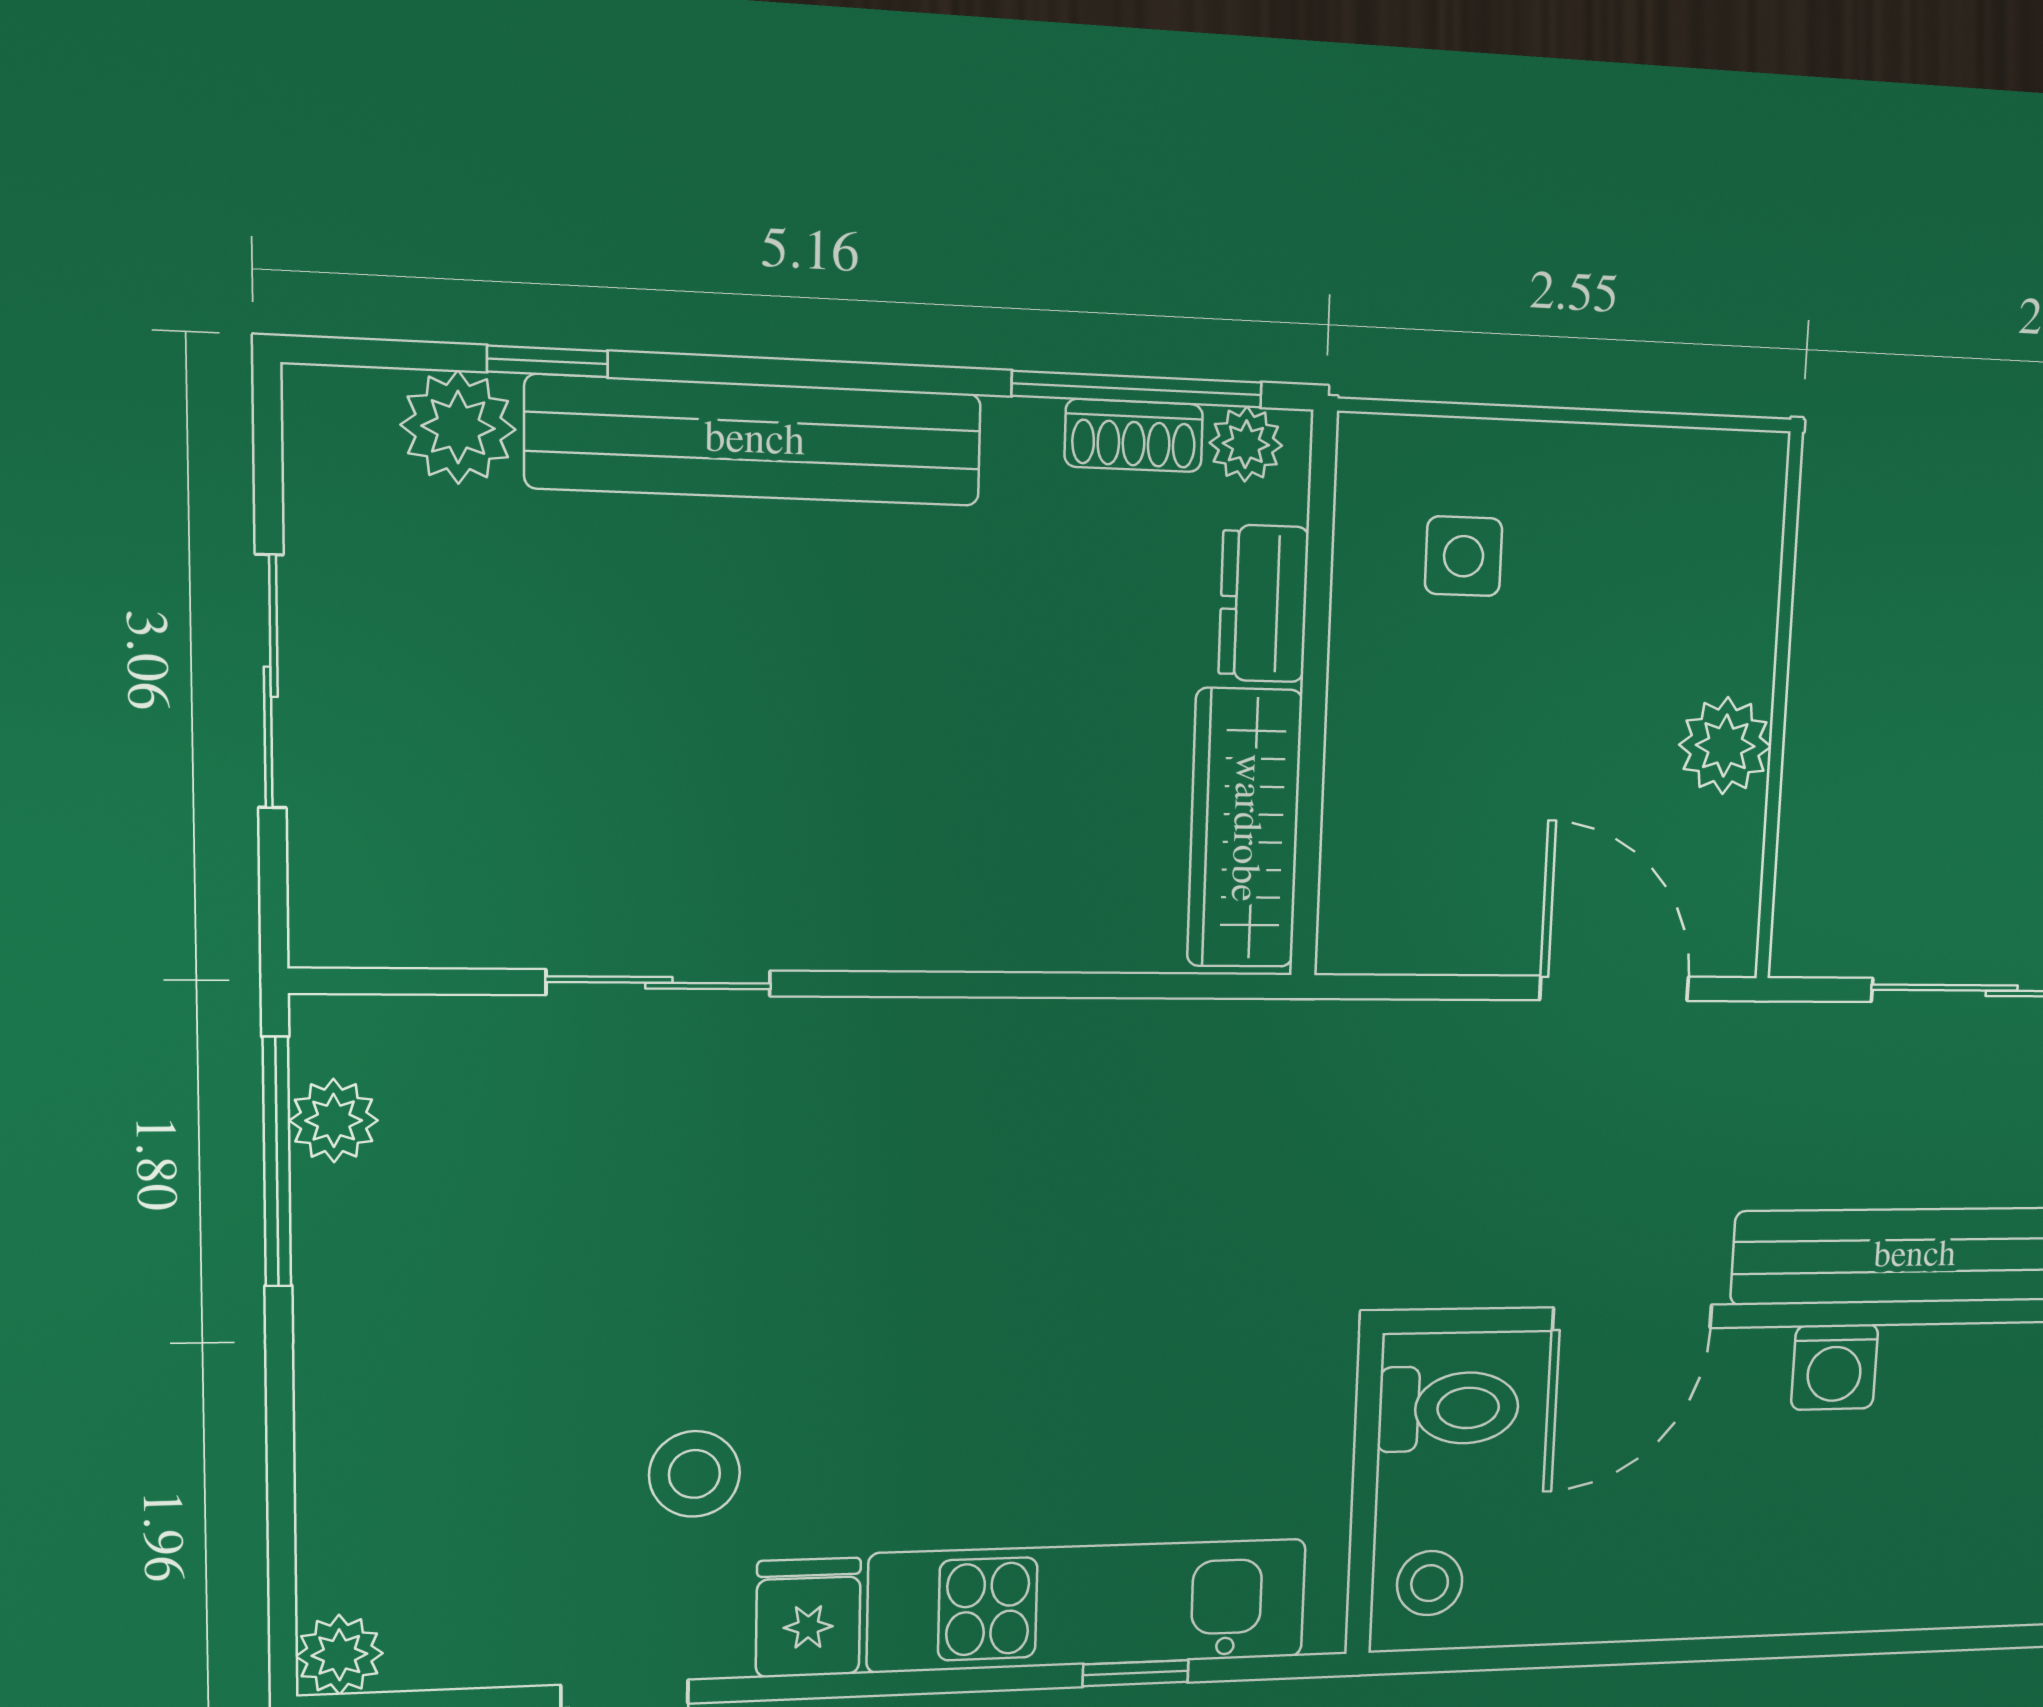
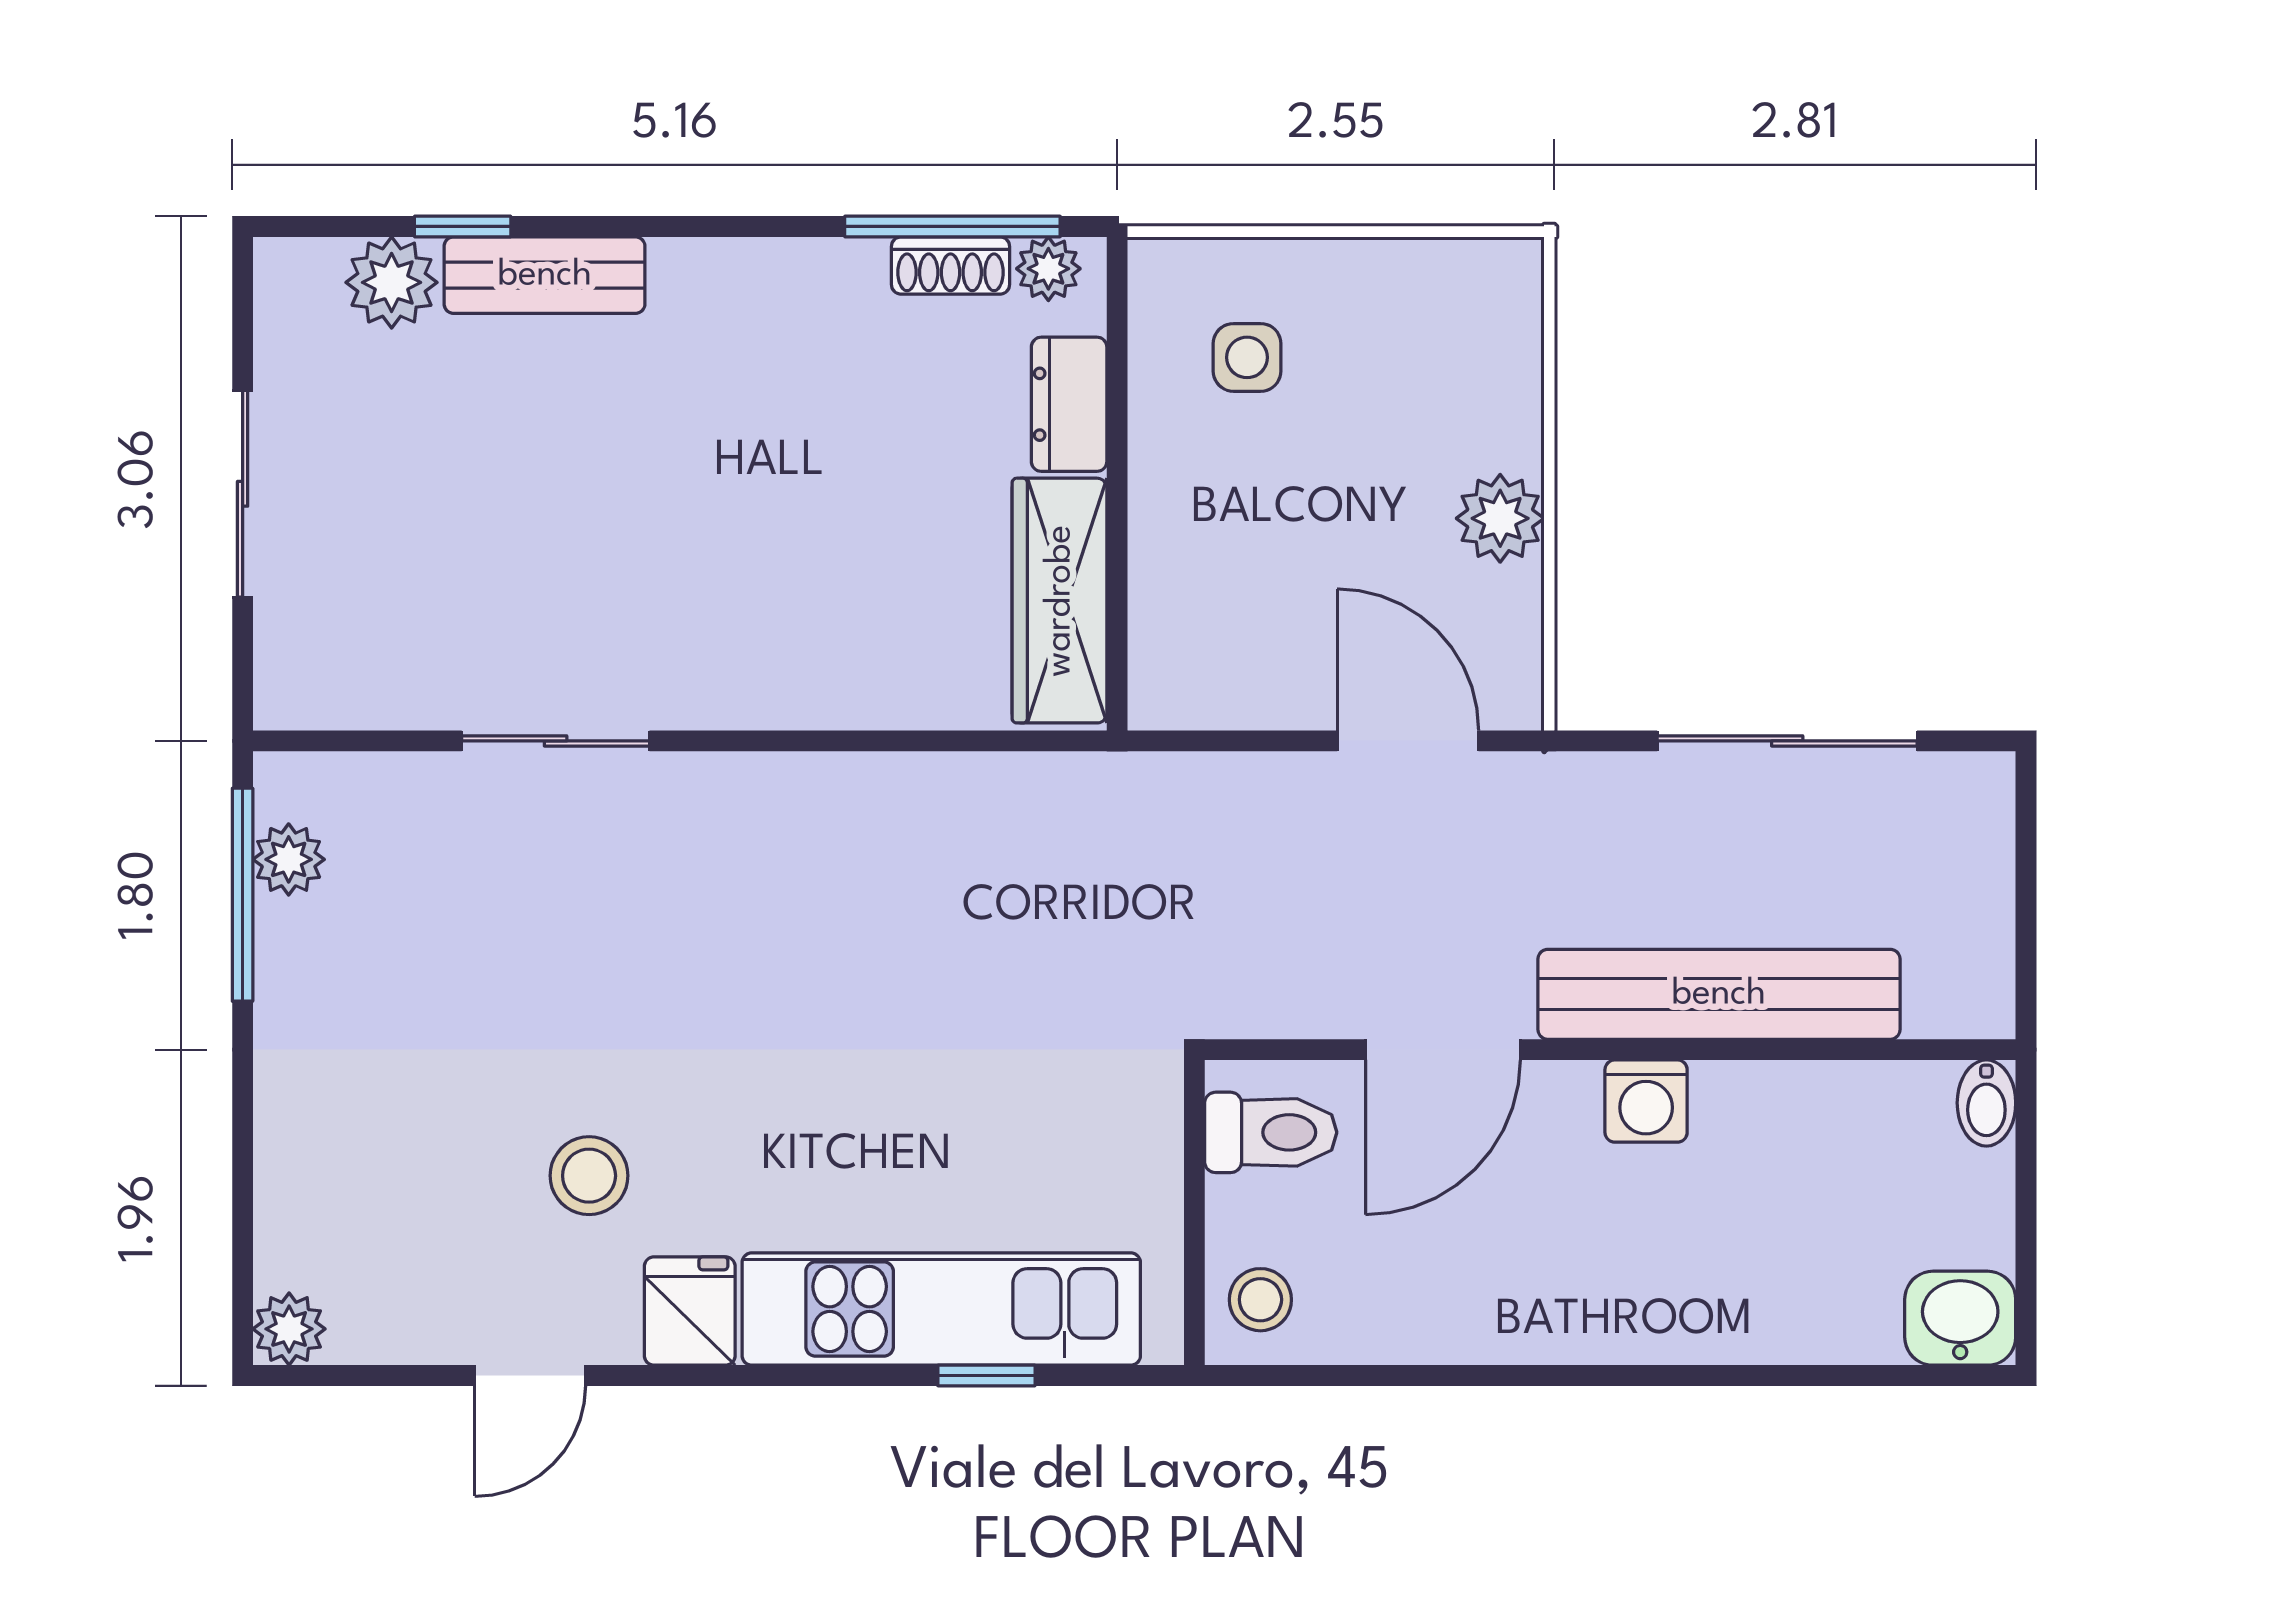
bench: (755, 441) -> (545, 275), width x0.54, depth x0.82

